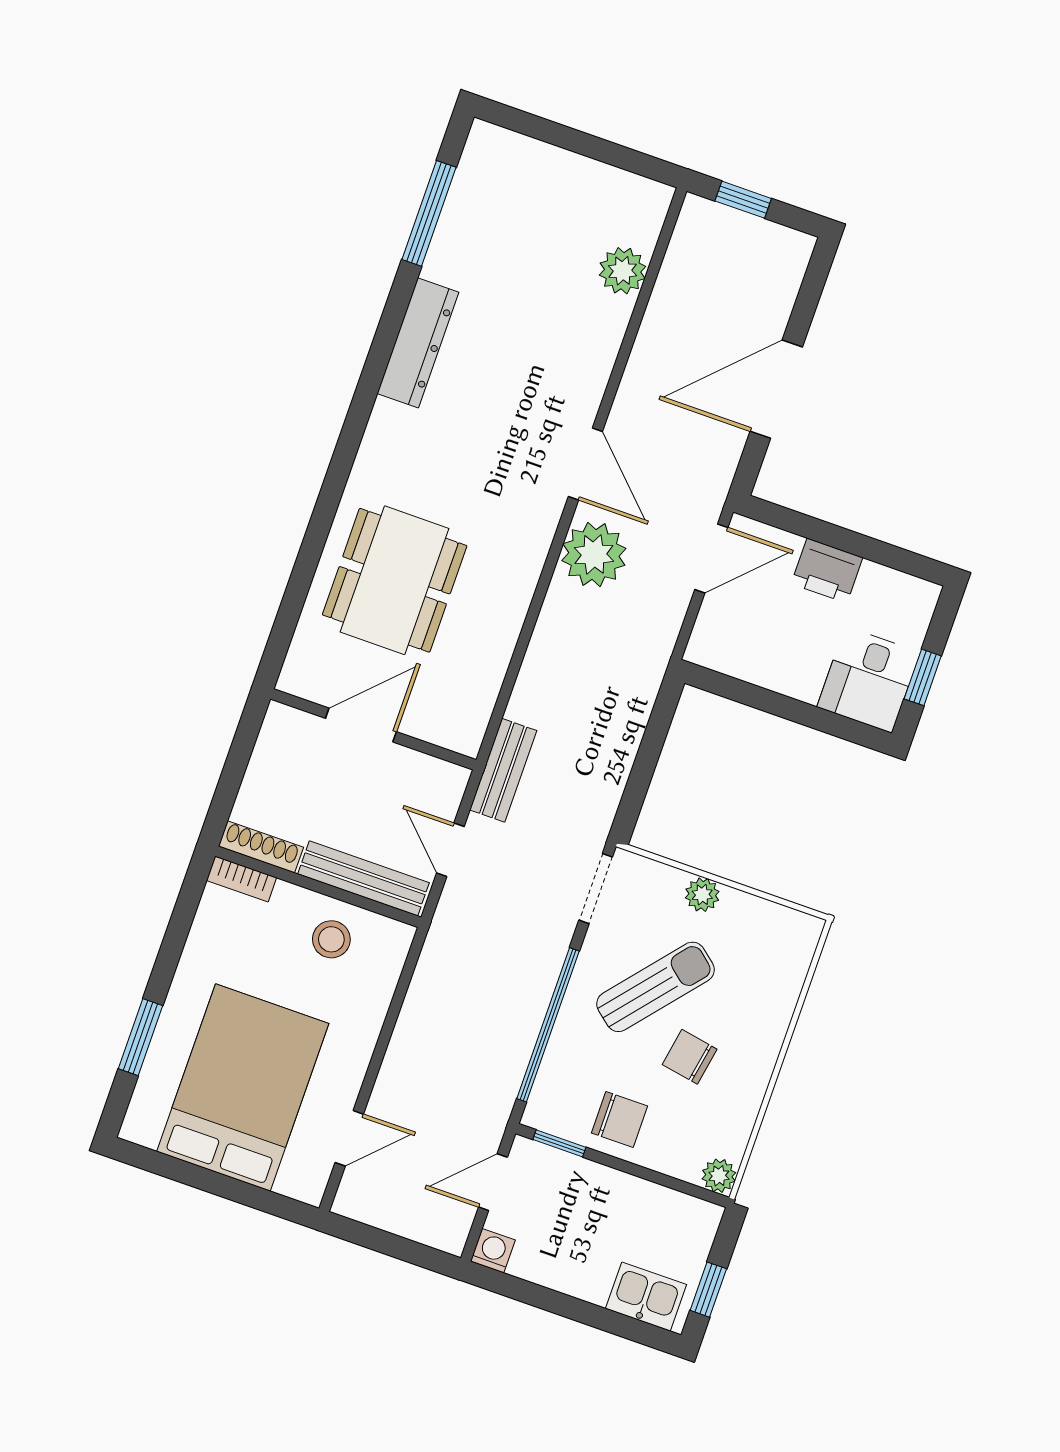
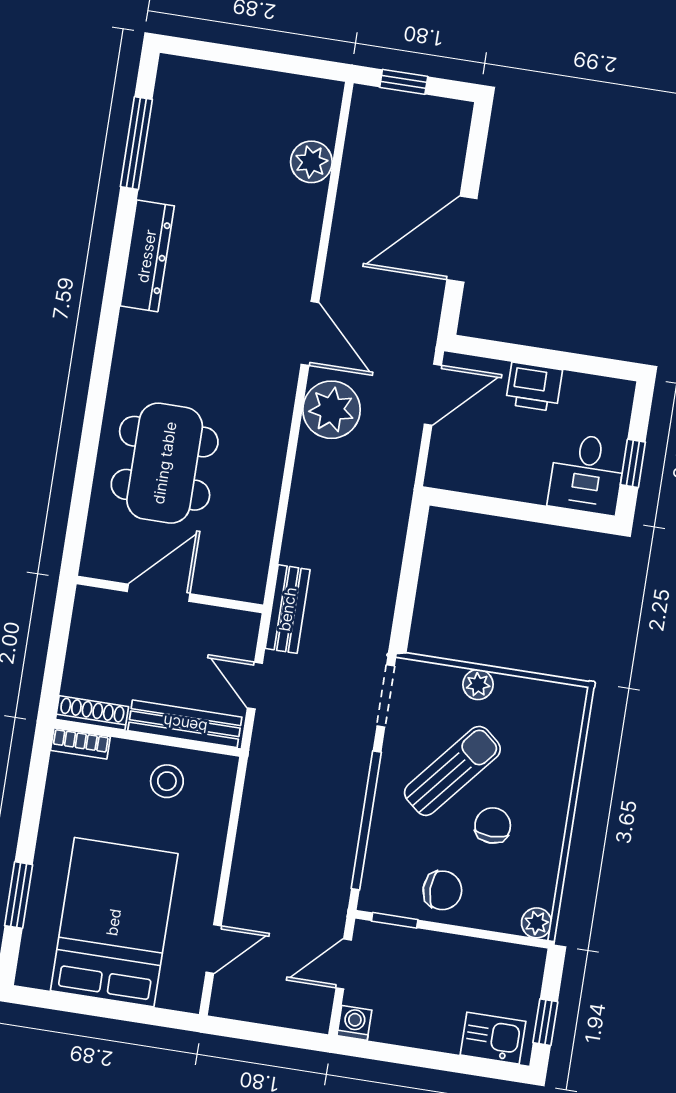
chair: (690, 1057) -> (493, 826), turned 80

